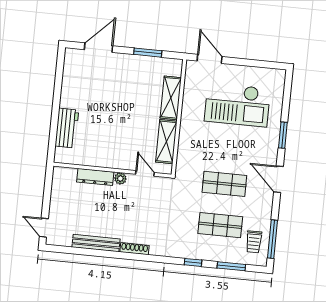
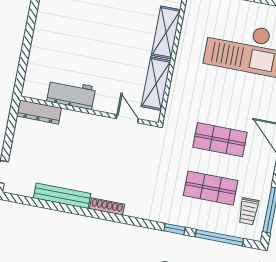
workbench: (67, 128) -> (71, 94), moved, turned -90
dresser: (95, 177) -> (39, 112), moved
plant: (120, 178) -> (98, 122), removed
window: (231, 266) -> (219, 238), width x1.44

